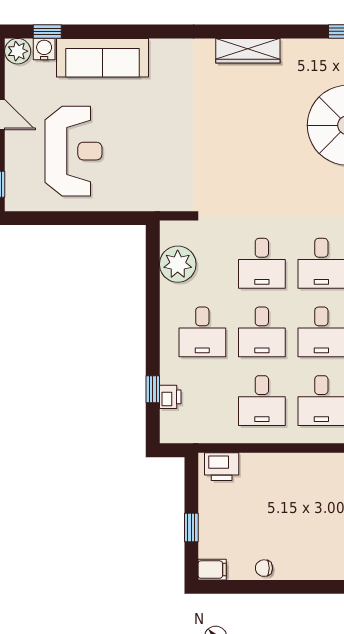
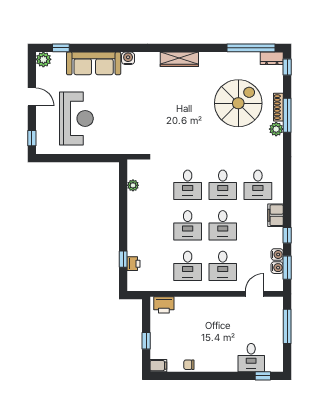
water cooler: (44, 49) -> (128, 58), moved
plant: (178, 264) -> (133, 185), width x0.53, depth x0.53
desk: (202, 332) -> (152, 225), removed

